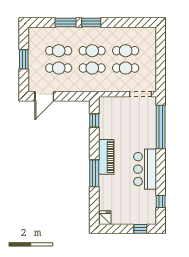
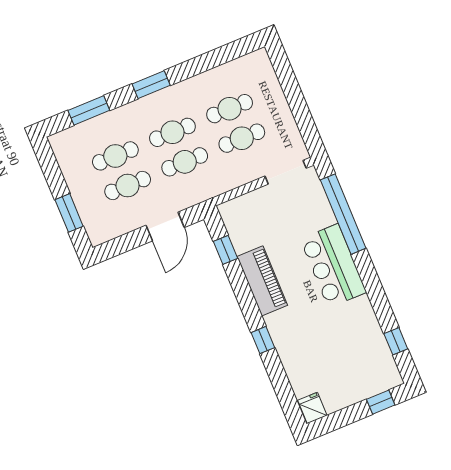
window: (65, 22) -> (89, 110), moved
window: (24, 59) -> (69, 213), moved
door: (44, 96) -> (165, 226), moved
piano: (106, 157) -> (262, 281), moved
bar counter: (145, 169) -> (333, 266), moved
window: (94, 173) -> (263, 340), width x0.46

